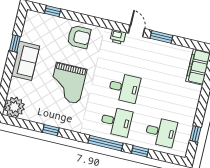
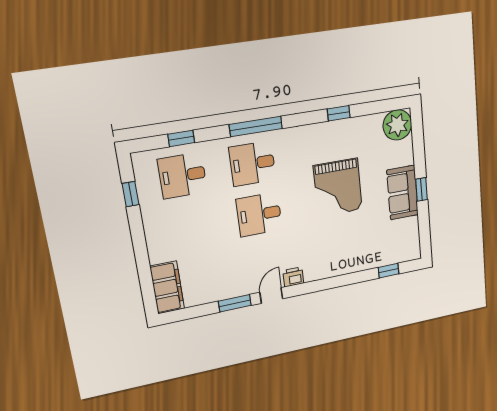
door: (137, 31) -> (271, 296), swing flipped
armchair: (79, 37) -> (344, 254), removed
window: (15, 43) -> (421, 189), moved
grand piano: (68, 83) -> (338, 188), turned 180
window: (140, 151) -> (181, 138), moved

